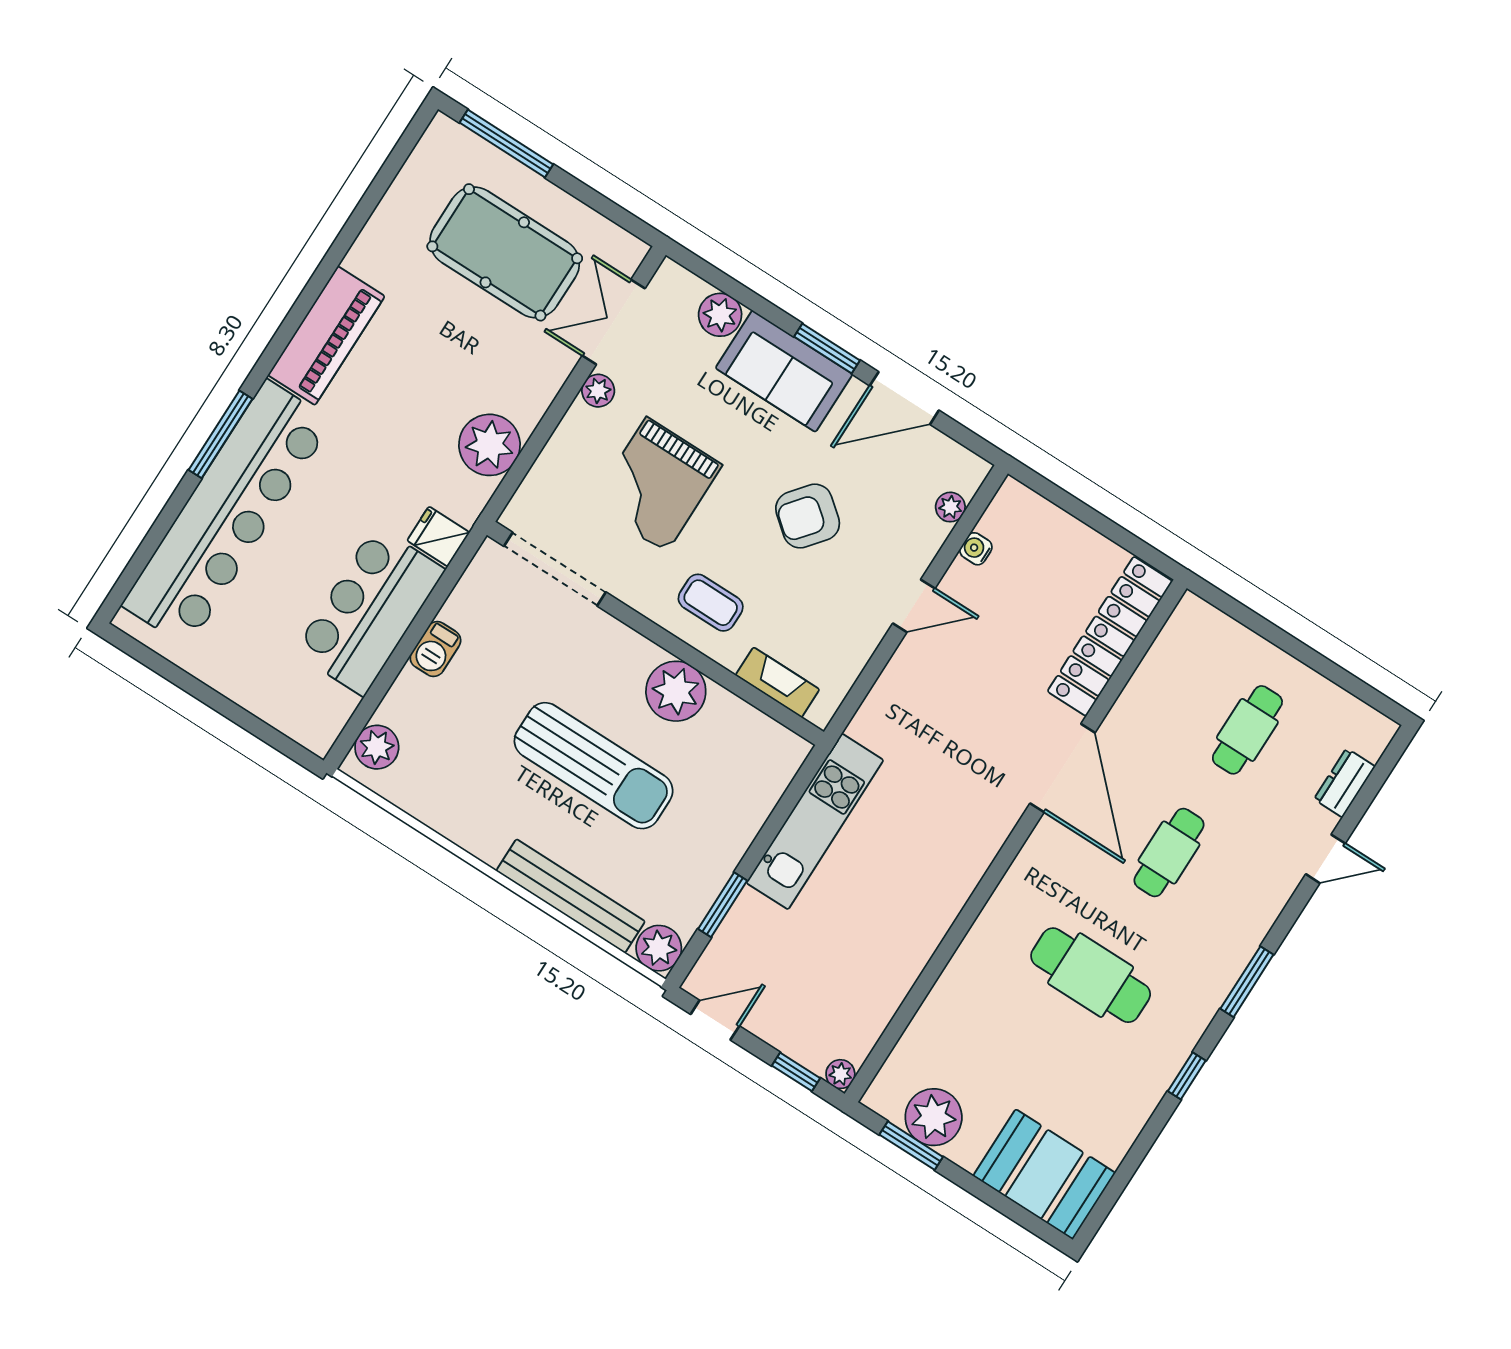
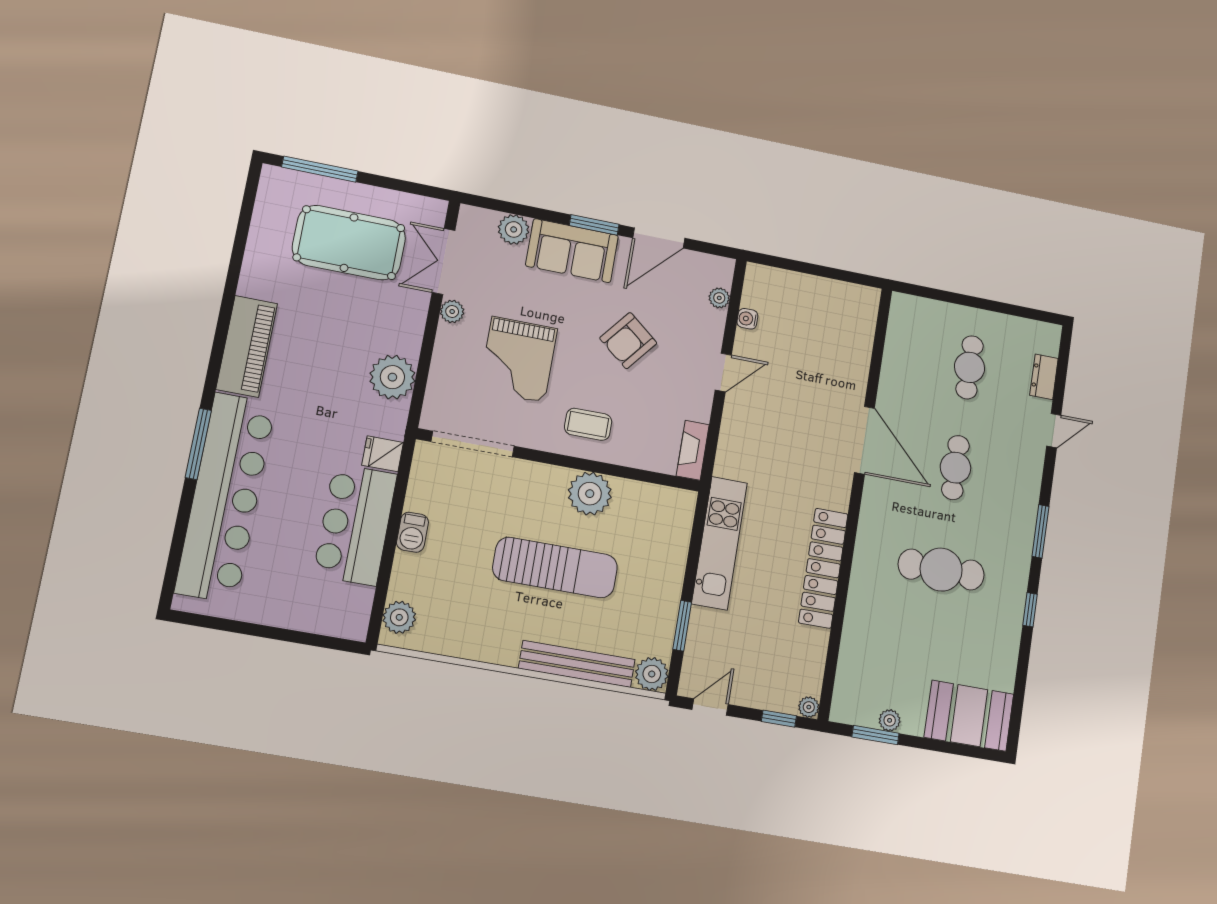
locker: (1110, 636) -> (823, 568), moved
fireplace: (777, 682) -> (693, 450), moved, turned -90
plant: (934, 1117) -> (890, 720), width x0.53, depth x0.53

